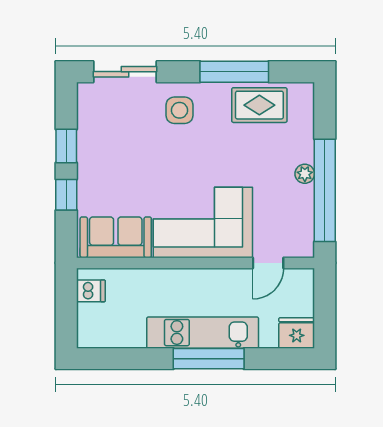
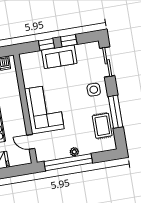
sofa: (116, 237) -> (59, 57), moved, turned 90

